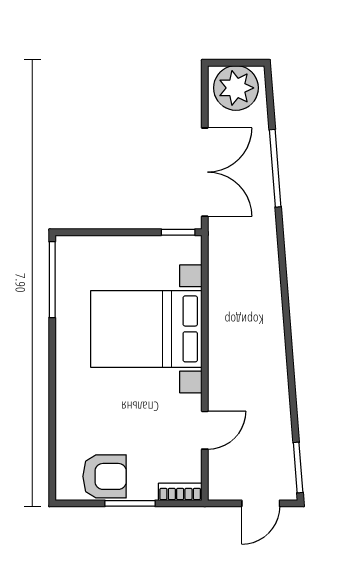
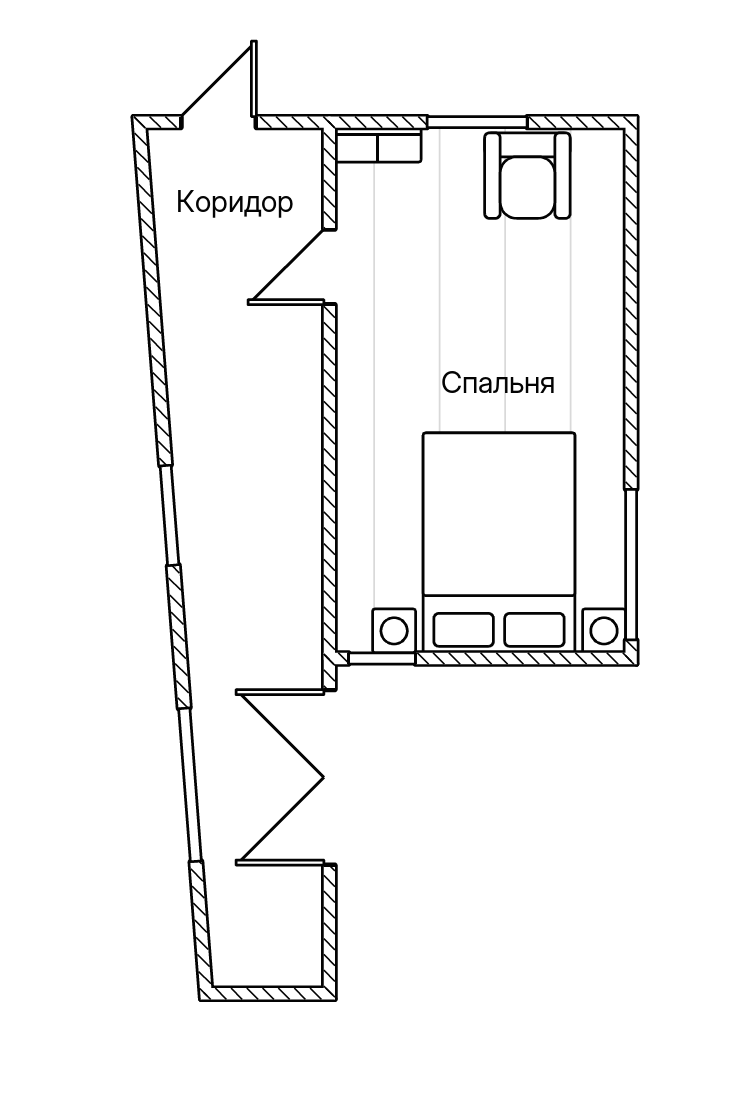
plant: (236, 88) -> (268, 944), removed
bed with nightstands: (146, 329) -> (499, 543), moved, turned -90
window: (298, 467) -> (169, 515), moved
armchair: (105, 476) -> (527, 176), turned -90

